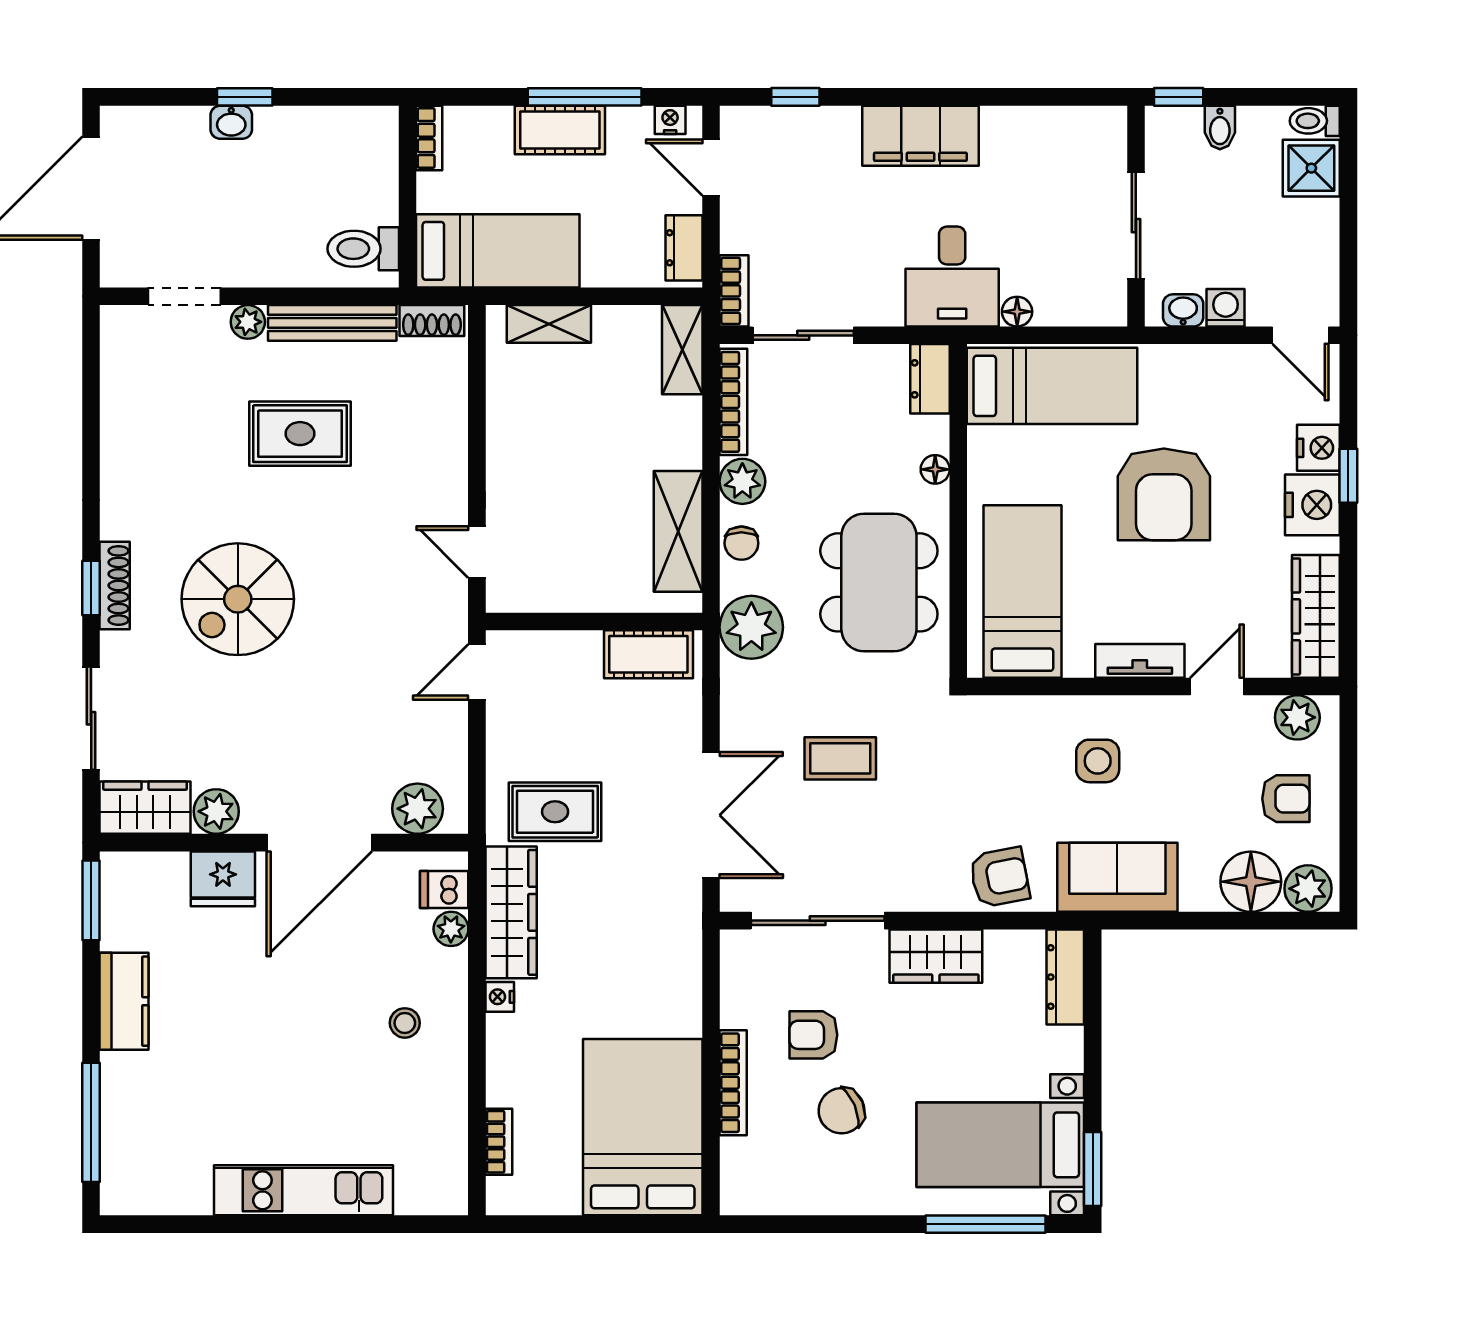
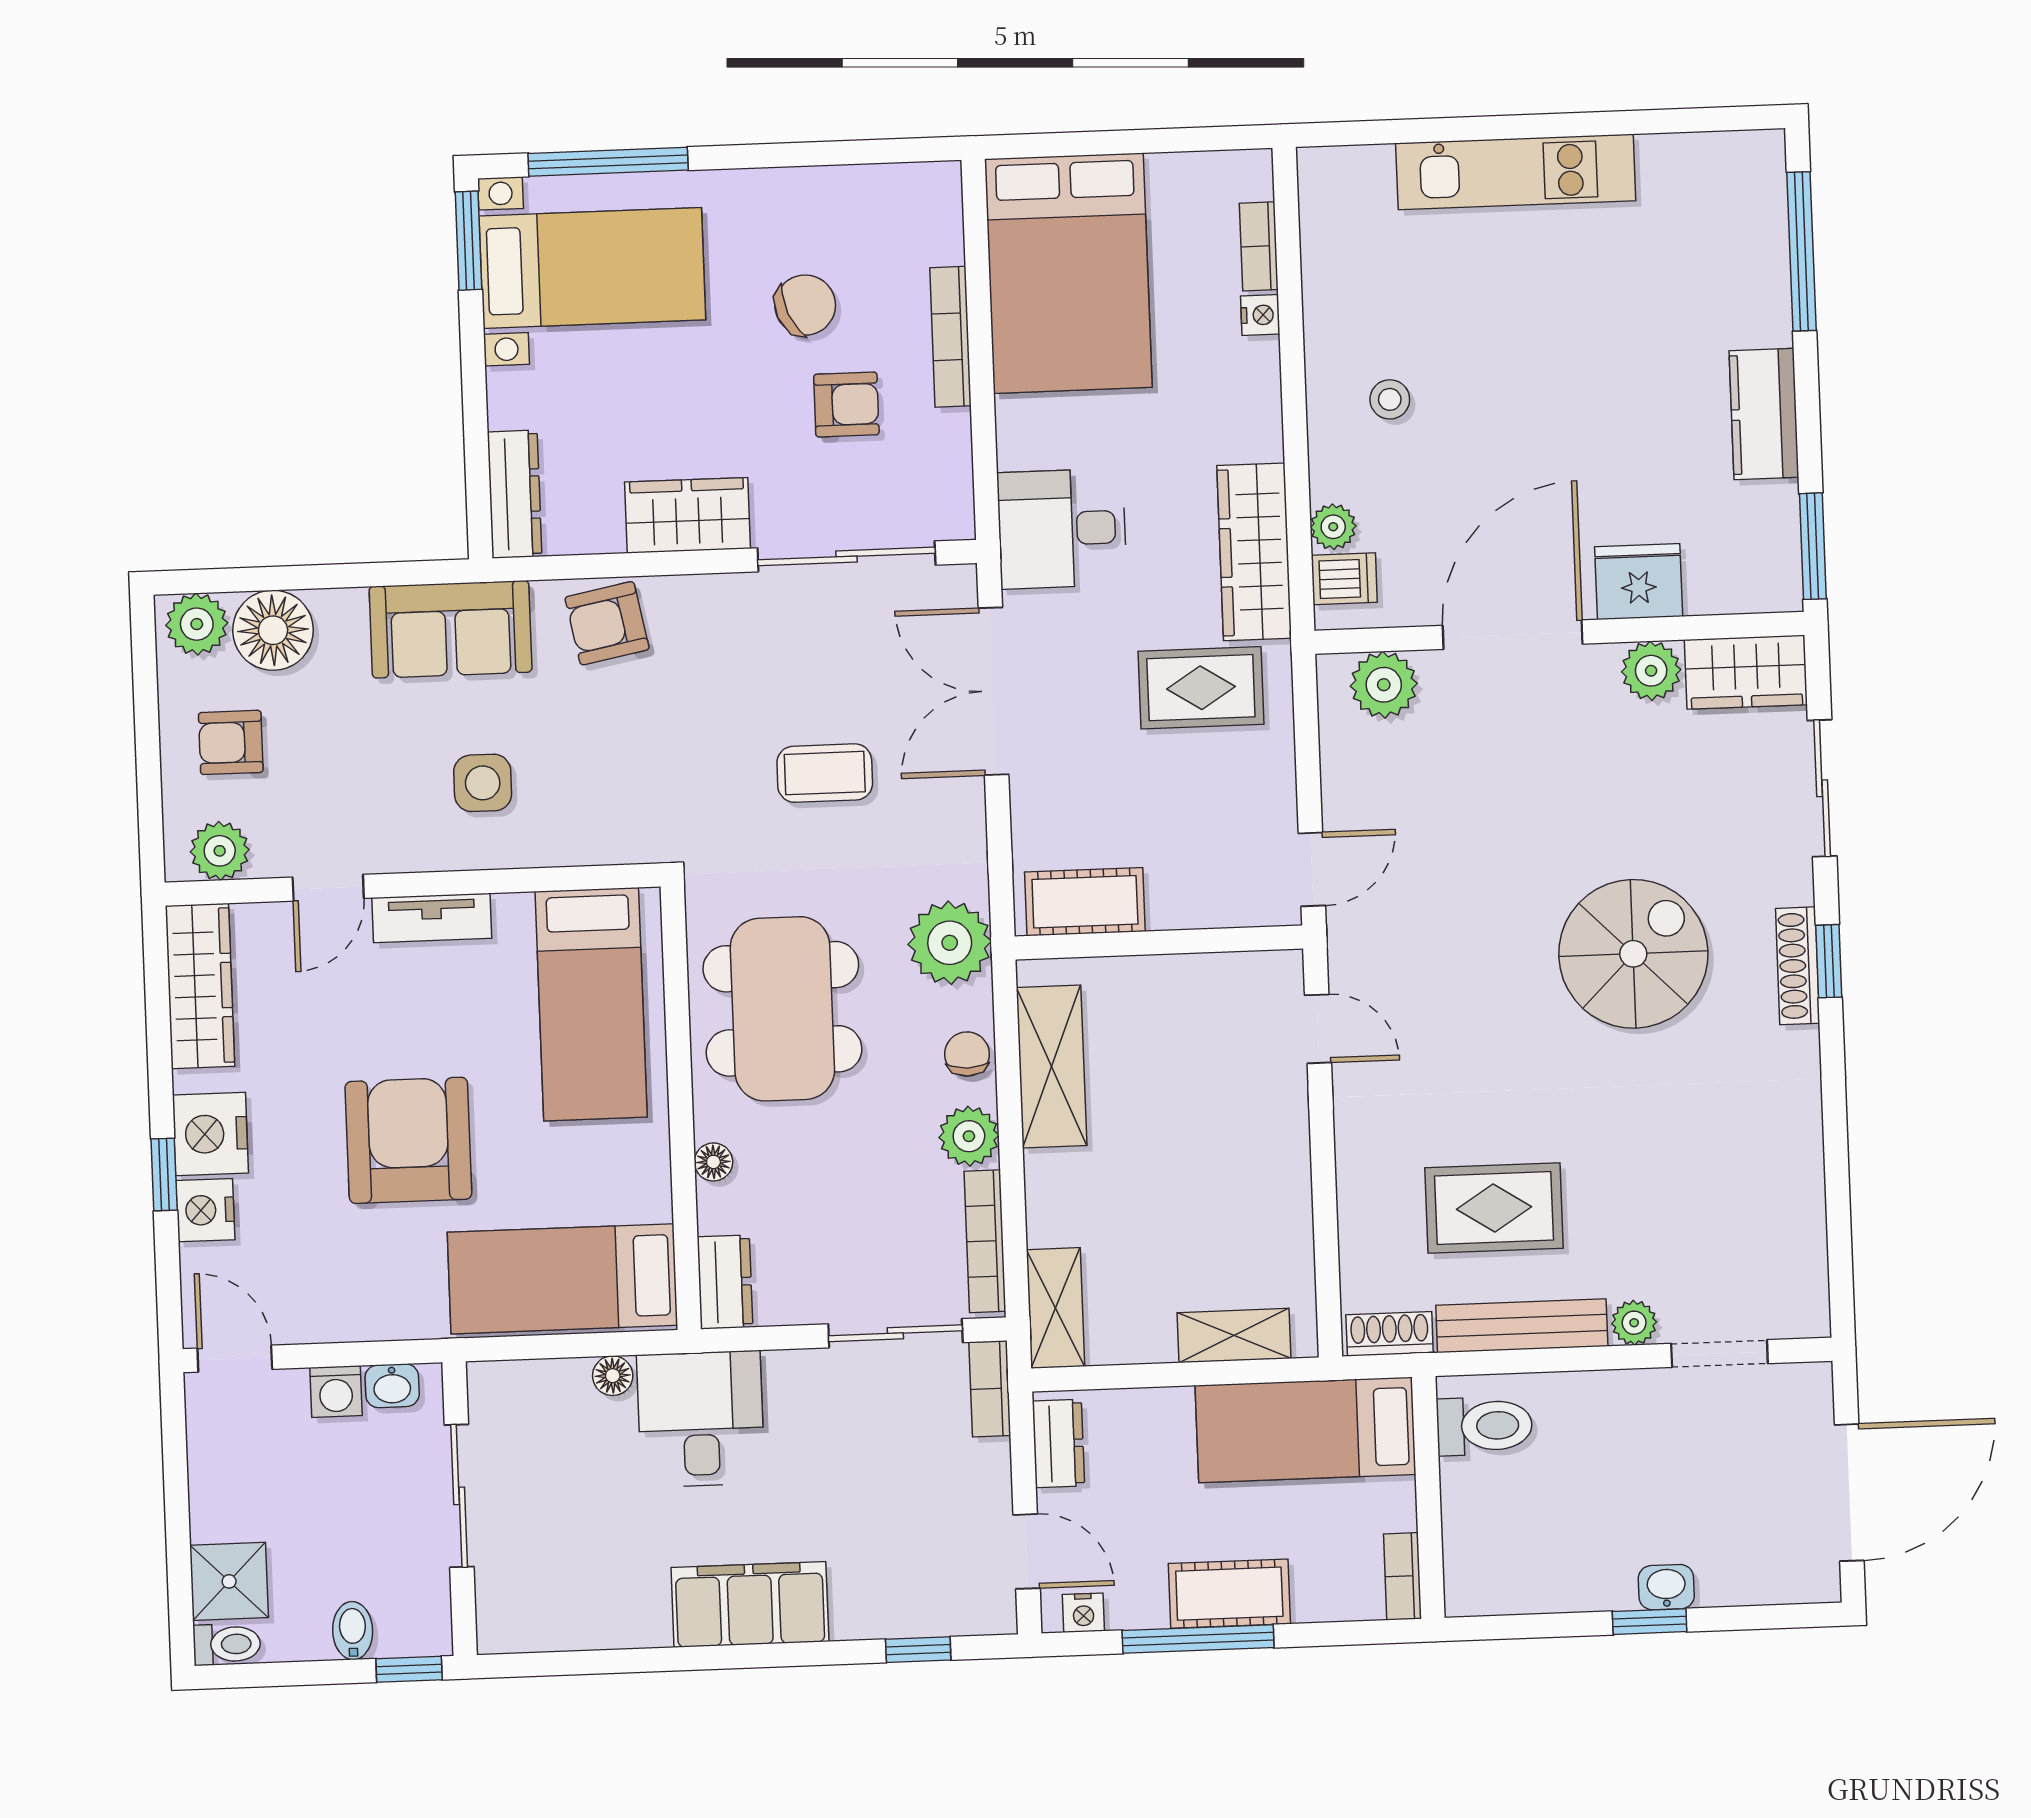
rug: (300, 434) -> (1494, 1208), moved
desk: (655, 935) -> (1062, 529), added
nightstand: (500, 997) -> (1260, 315), moved

